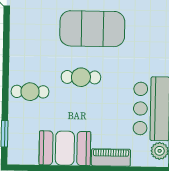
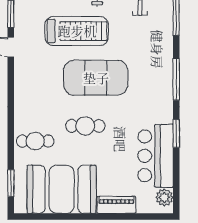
booth: (65, 148) -> (62, 189), width x1.36, depth x1.42

